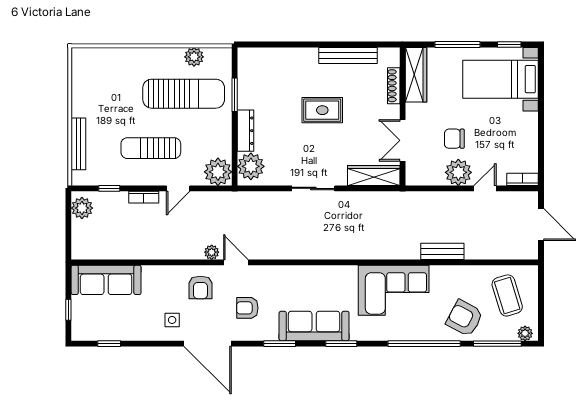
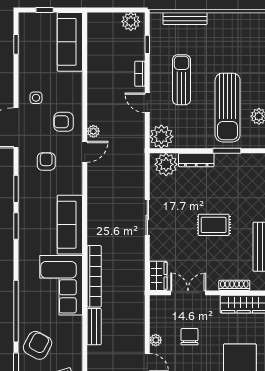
rug: (322, 110) -> (214, 225), turned 90
plant: (458, 172) -> (156, 340), width x0.53, depth x0.53
wardrobe: (374, 176) -> (158, 276), width x0.67
bookcase: (383, 251) -> (94, 276), added
sofa: (314, 326) -> (70, 225), moved, turned 180
window: (341, 344) -> (16, 226), moved

